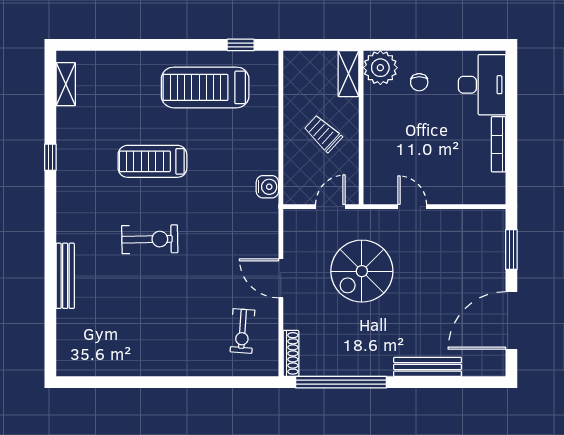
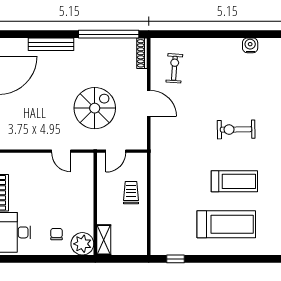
treadmill: (205, 87) -> (226, 224), moved
trolley: (323, 134) -> (131, 193), moved, turned -133
water cooler: (267, 187) -> (250, 45), moved, turned 90

